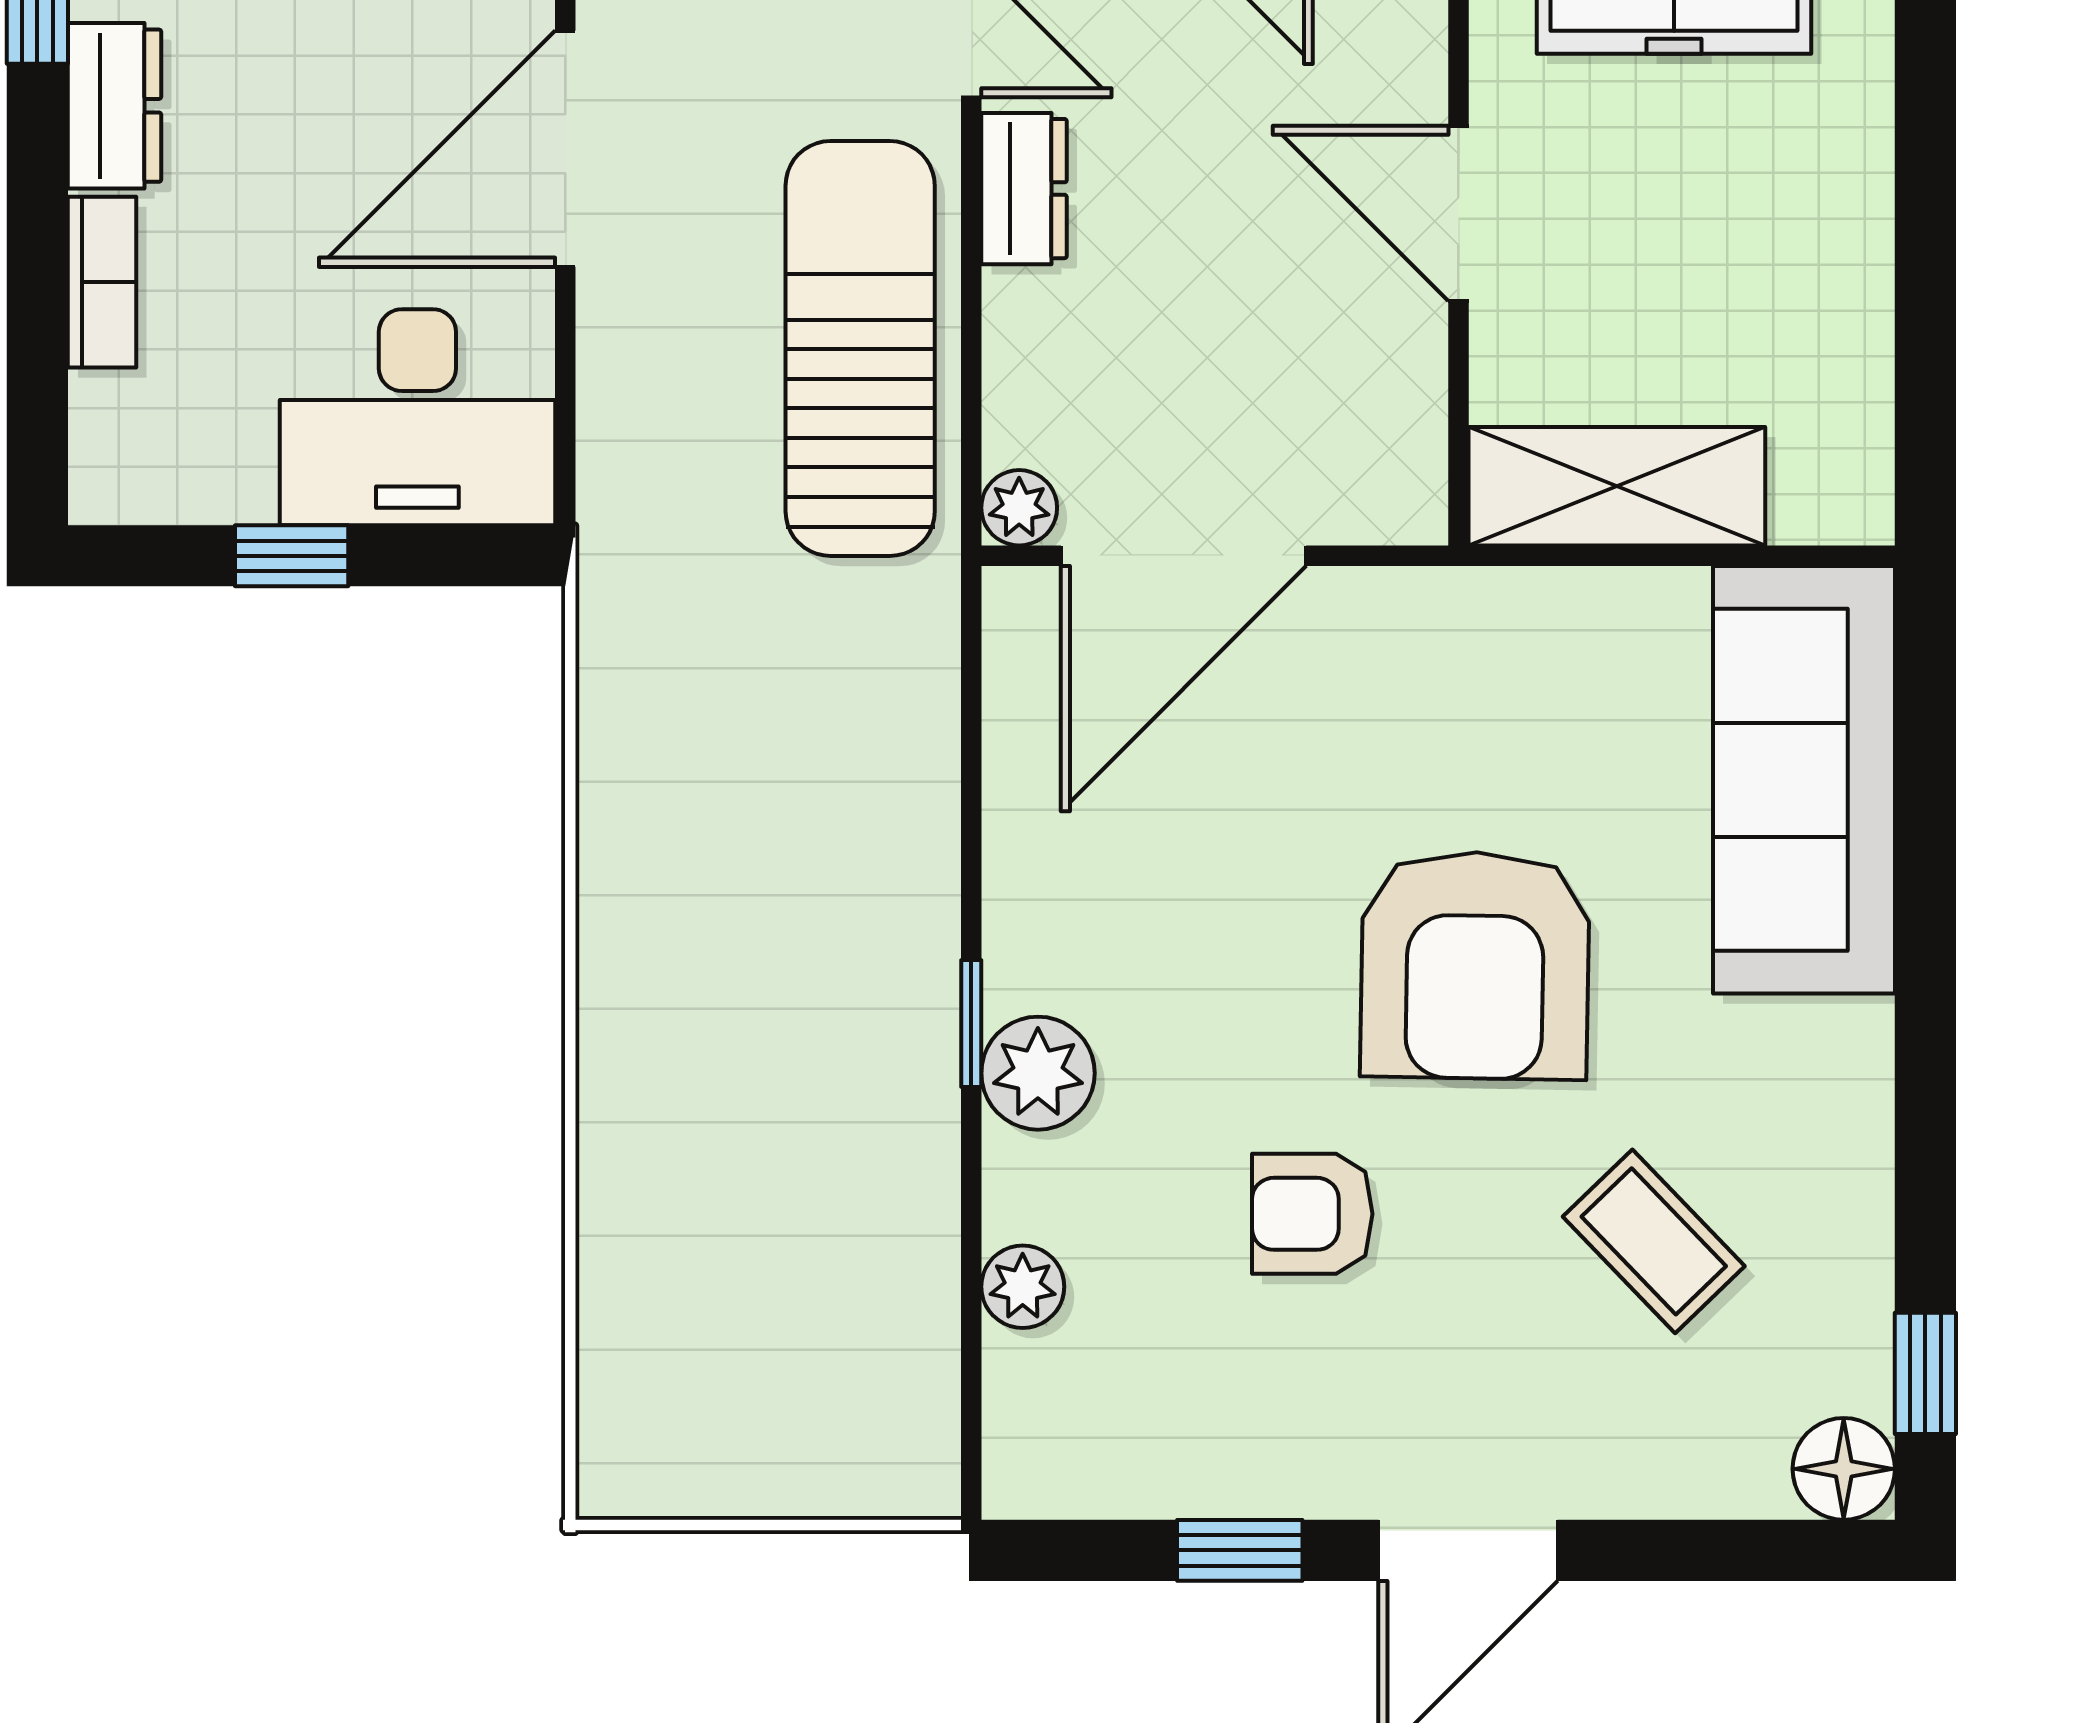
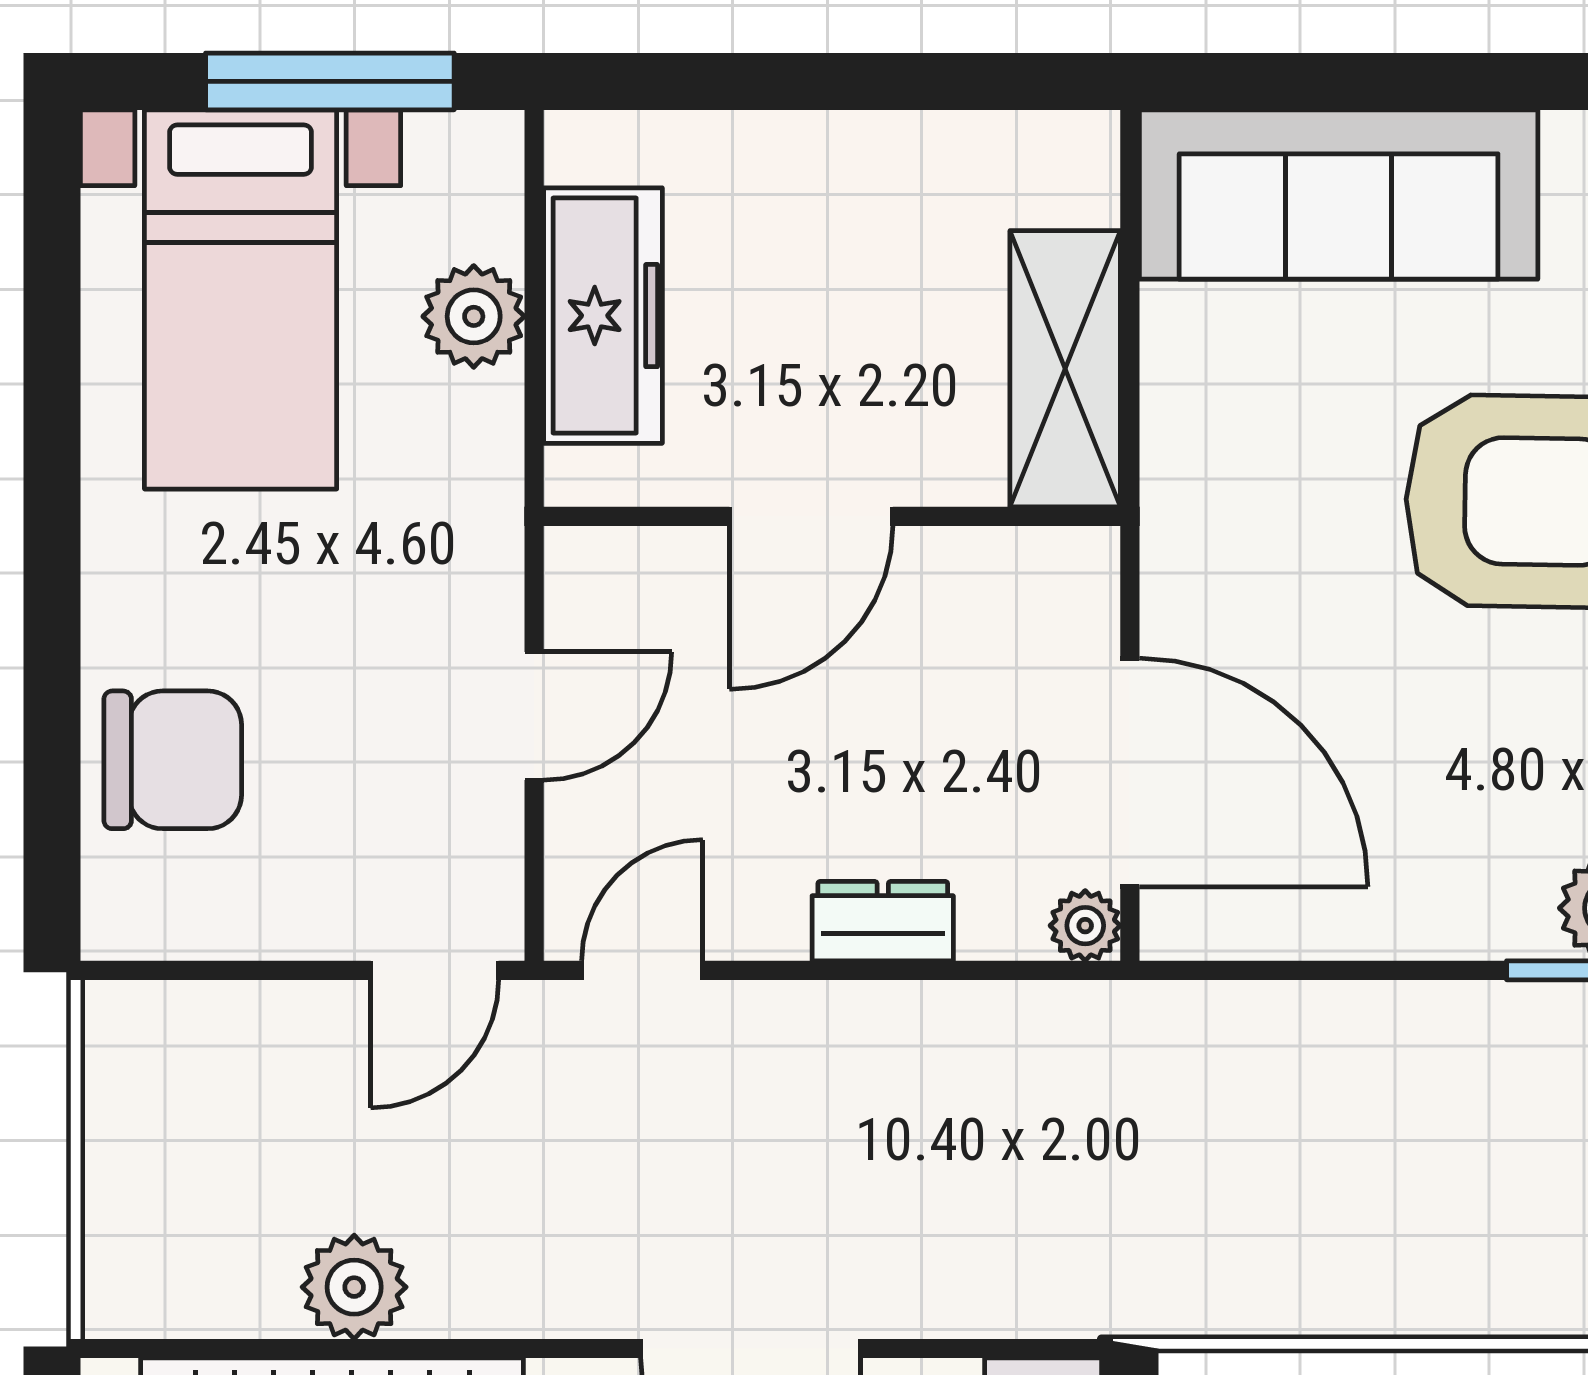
dresser: (1024, 189) -> (883, 921), moved
sun lounger: (860, 348) -> (937, 1074), removed

